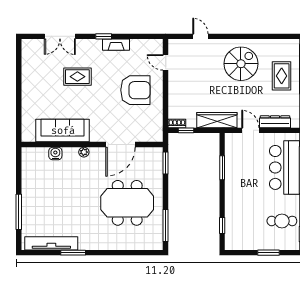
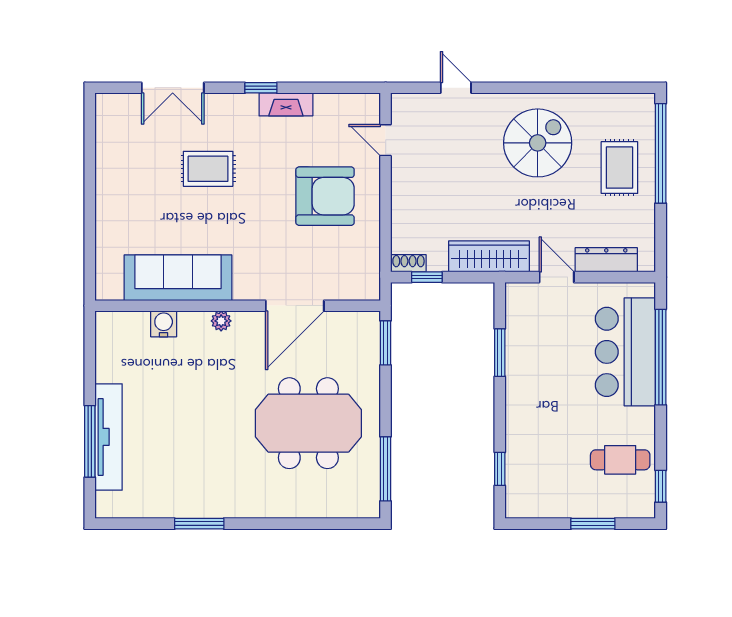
tv unit: (51, 243) -> (109, 437), moved, turned 90

